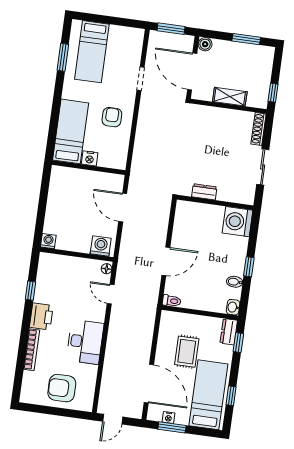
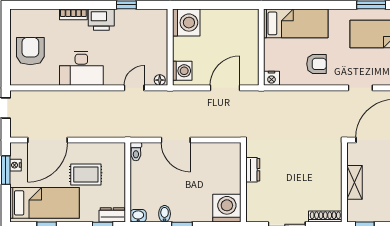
nightstand: (90, 158) -> (271, 78), moved, turned -90
washing machine: (48, 241) -> (186, 23), width x1.89, depth x1.89
bookcase: (32, 350) -> (73, 14), width x0.64

